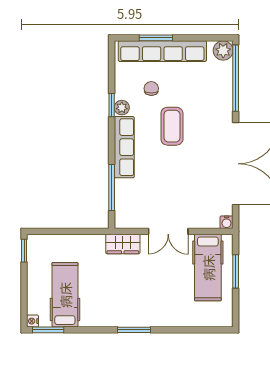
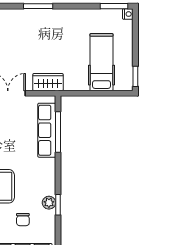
row of seats: (124, 147) -> (47, 130), moved
hospital bed: (65, 295) -> (101, 62), moved, turned 180

